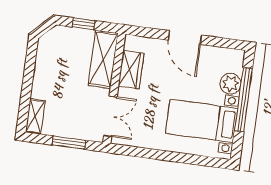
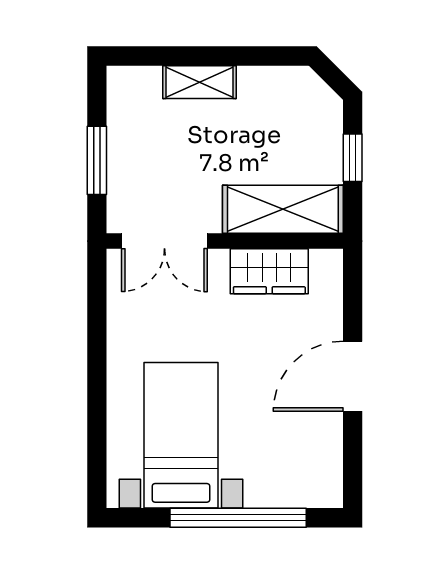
plant: (230, 84) -> (268, 486), removed
shelving: (35, 116) -> (199, 82), moved

